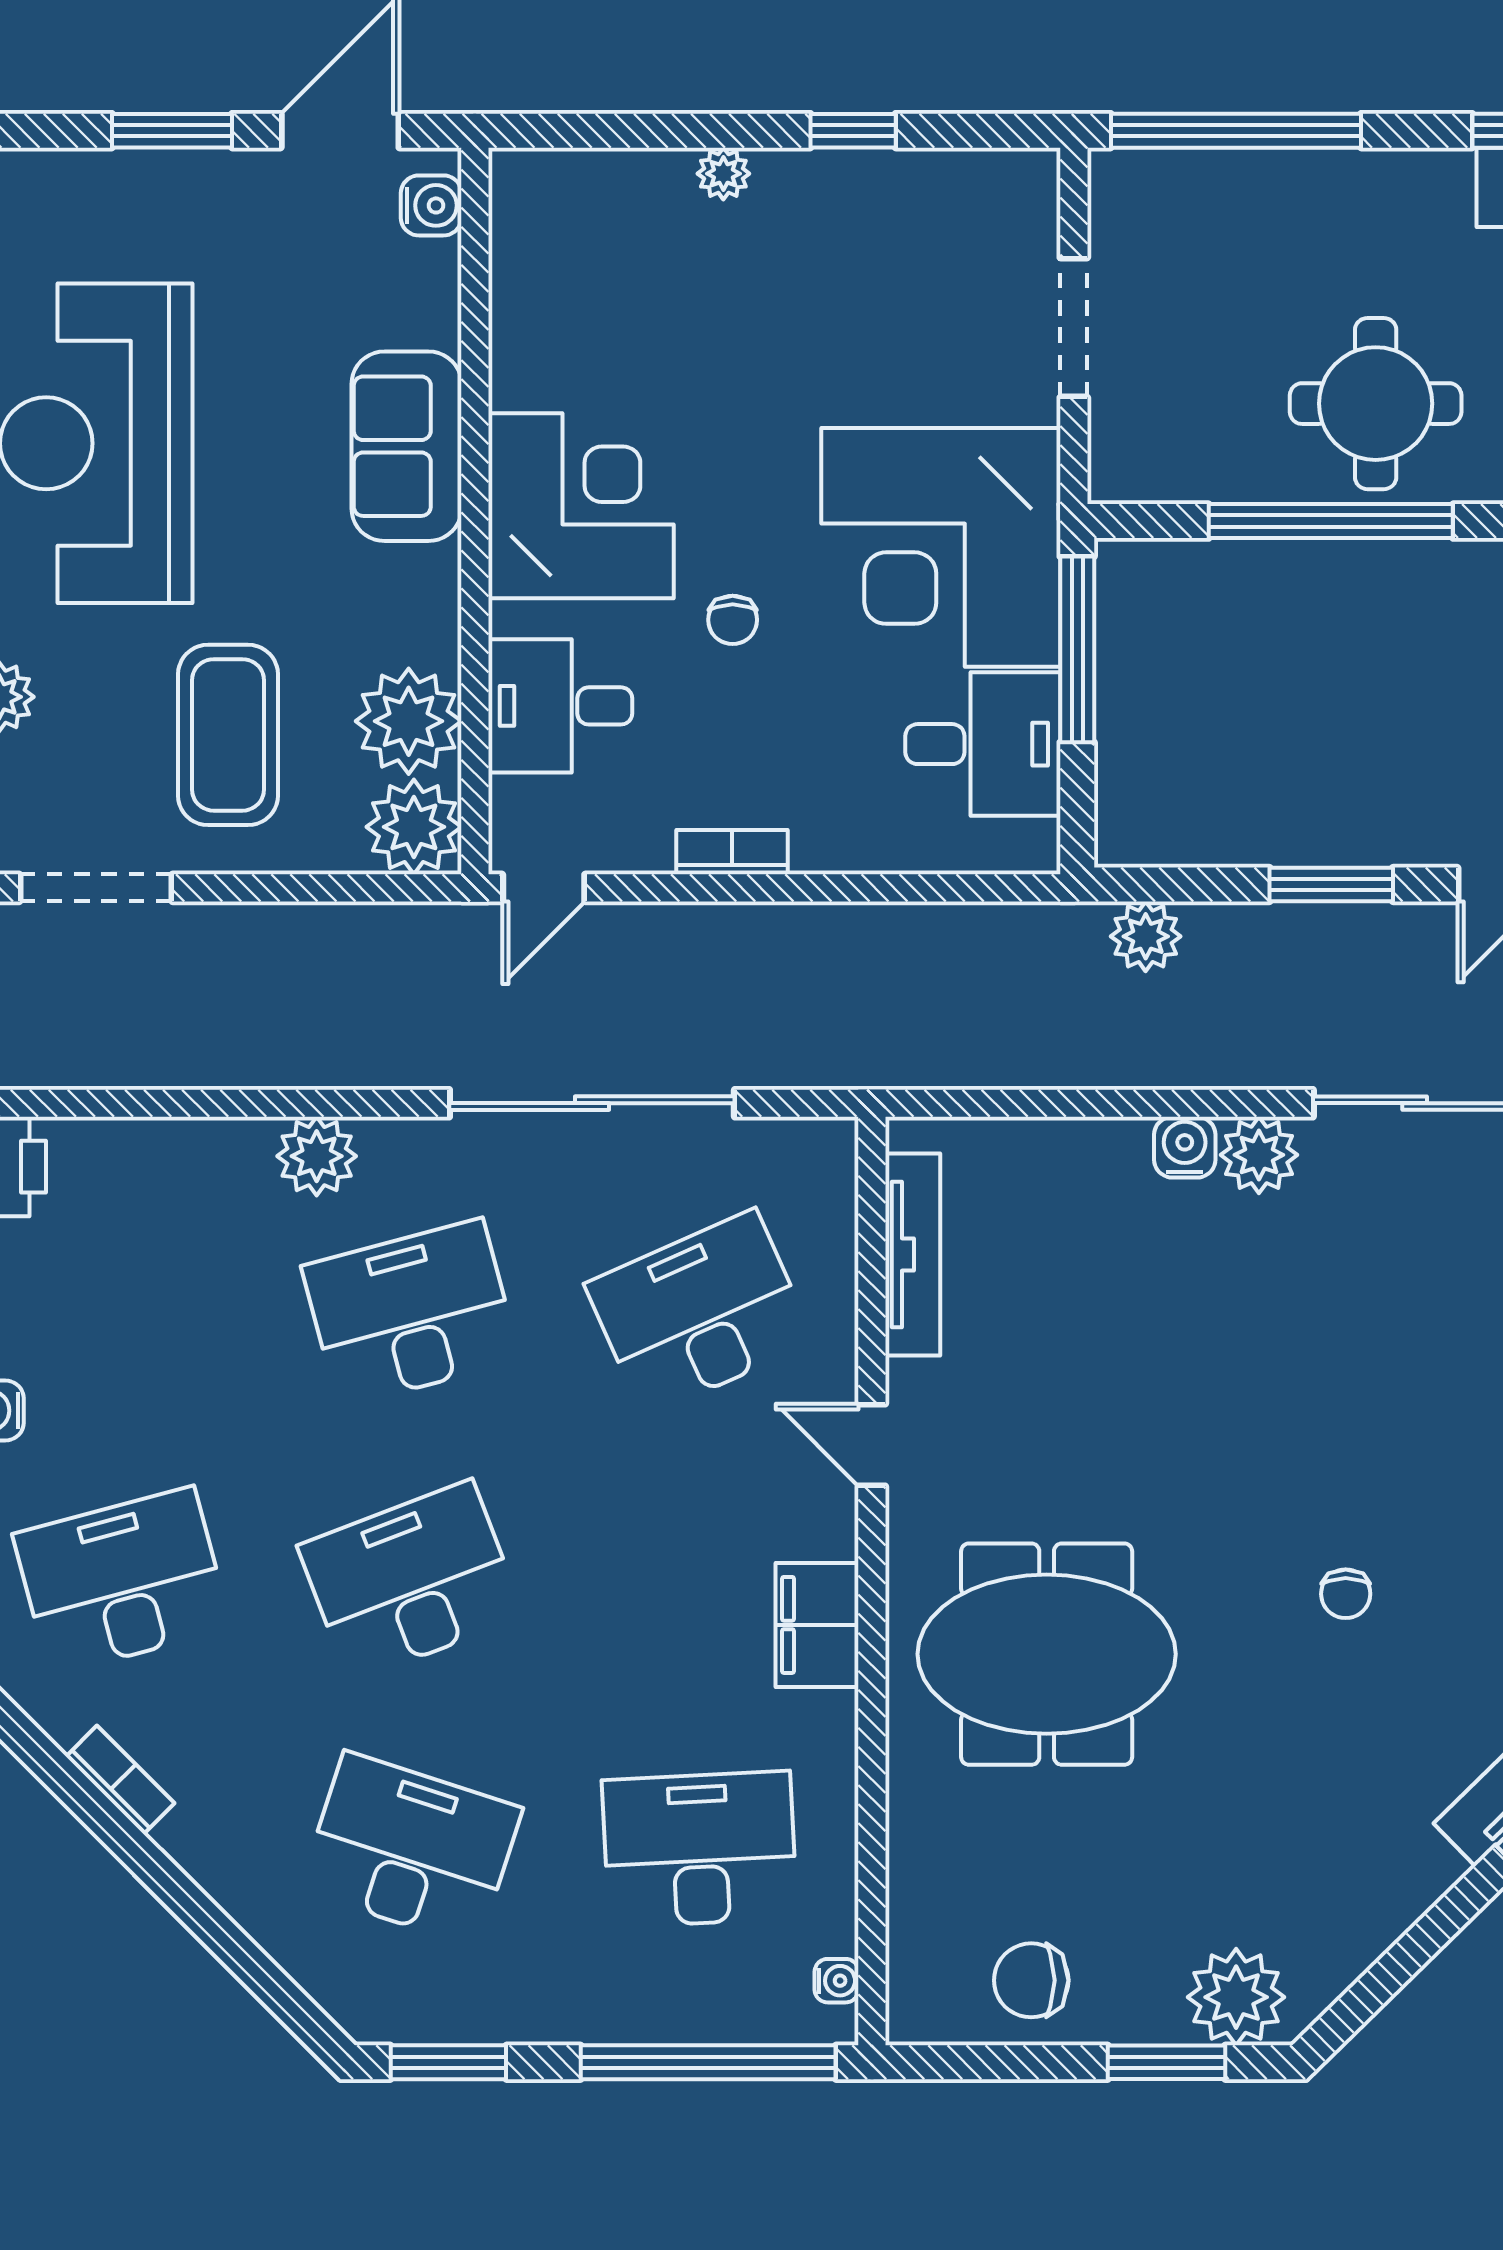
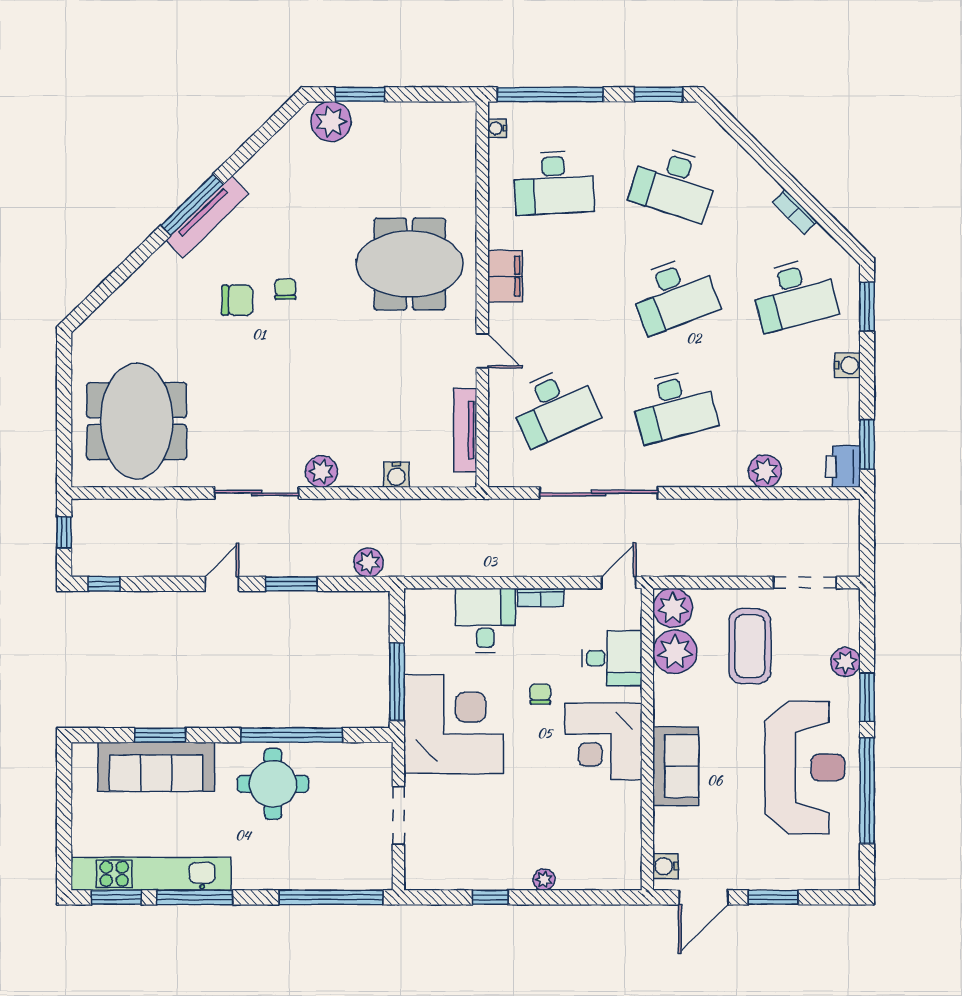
desk: (983, 744) -> (485, 620), moved, turned 90
water cooler: (1185, 1147) -> (396, 475), moved
plant: (317, 1156) -> (765, 471), moved
chair: (1031, 1980) -> (237, 300), moved

